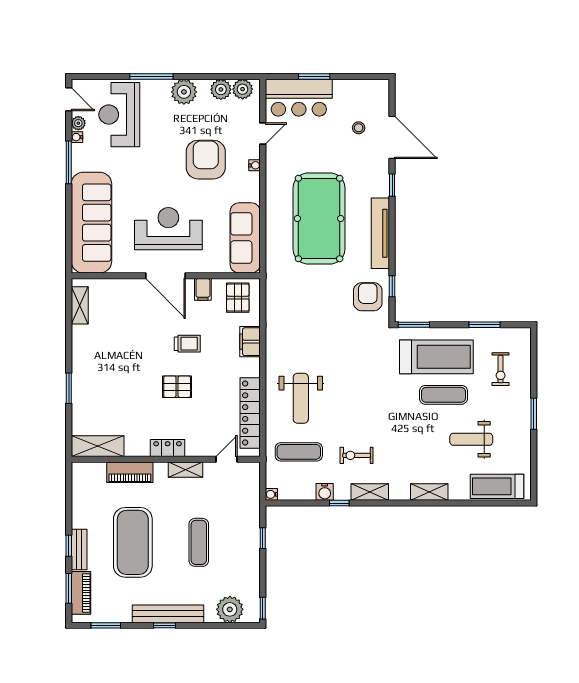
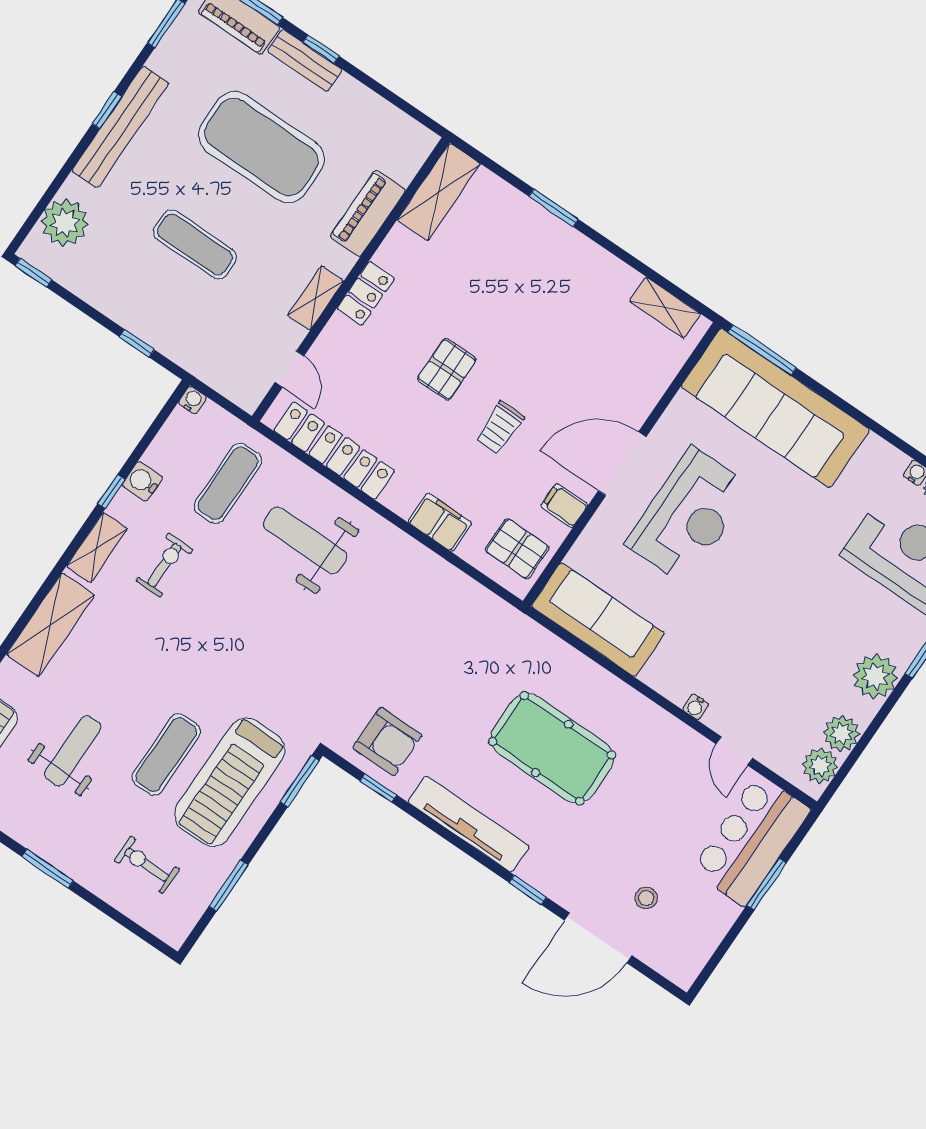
armchair: (206, 160) -> (753, 640), removed
window: (69, 162) -> (762, 350), moved
pool table: (319, 219) -> (552, 748), width x0.73, depth x0.76
shelving: (429, 492) -> (50, 625), width x1.50, depth x1.33

